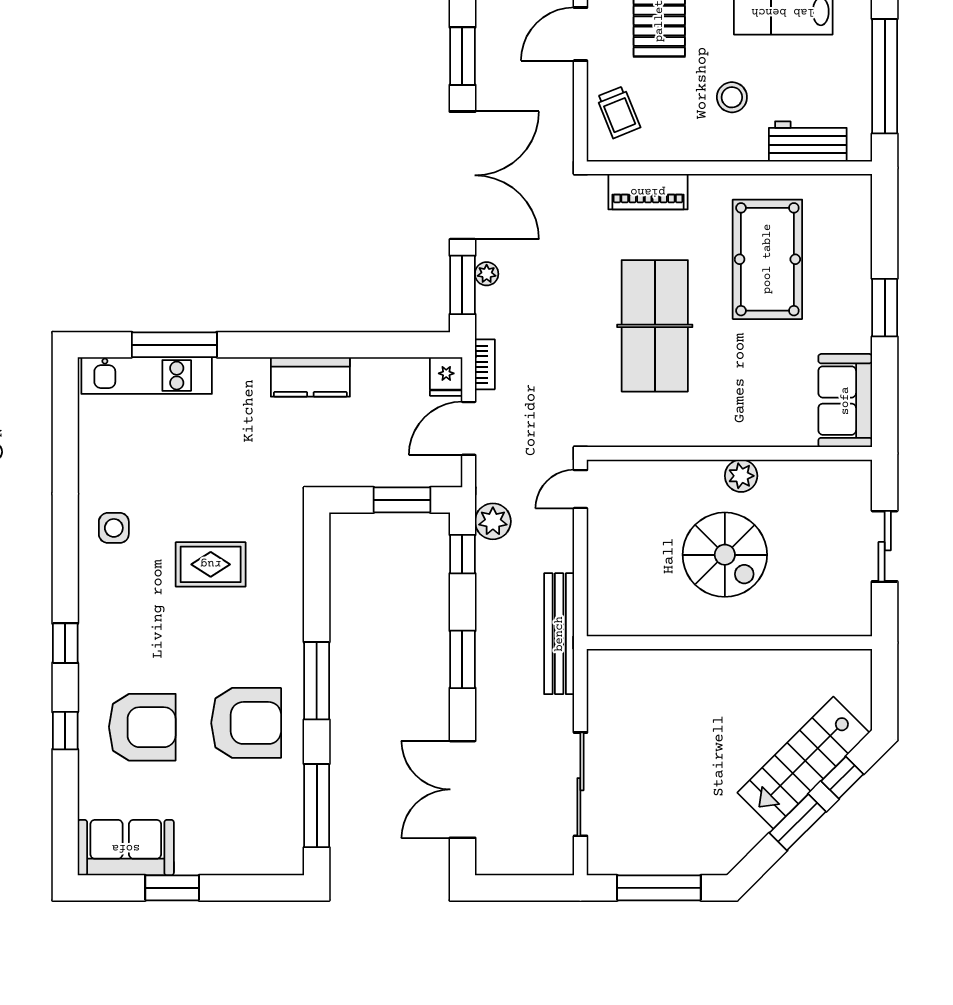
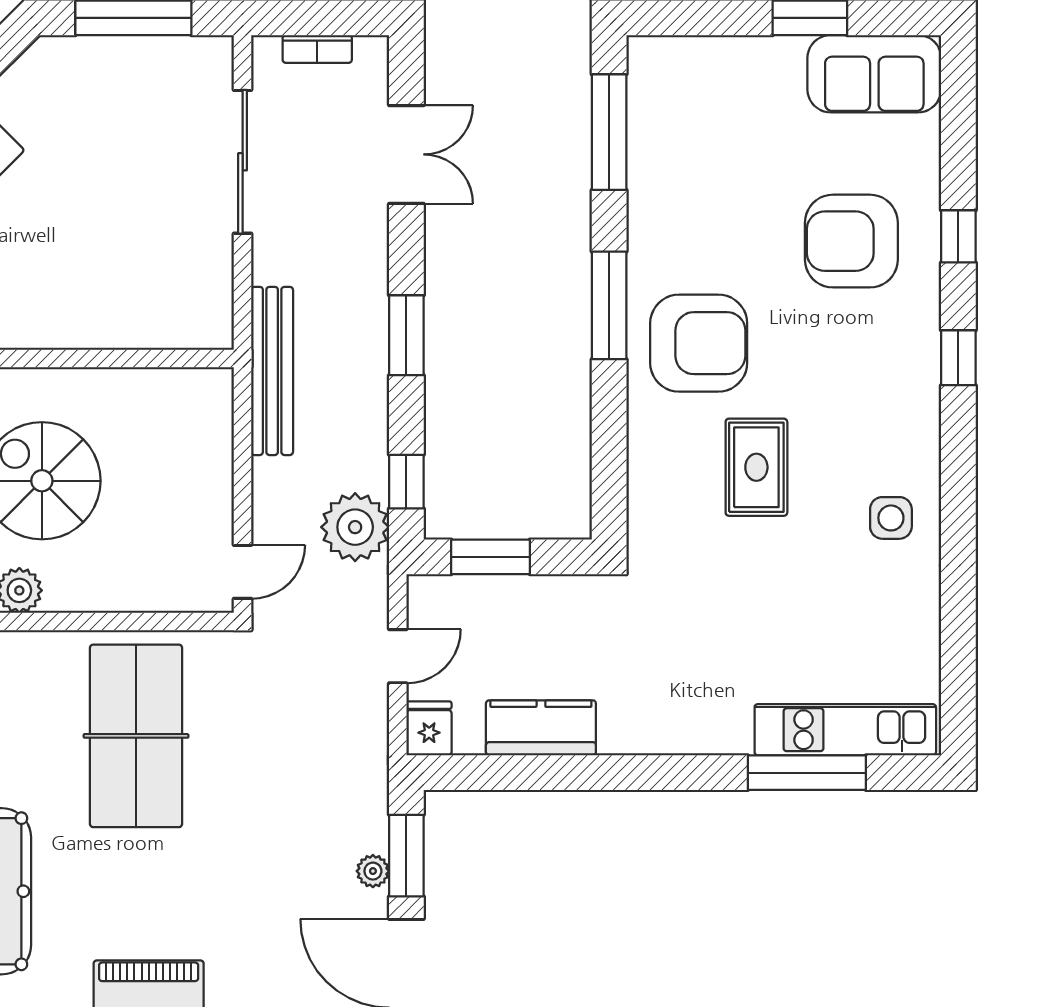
table tennis table: (655, 326) -> (136, 736), moved
bookcase: (485, 364) -> (317, 49), moved, turned -90
kitchen counter: (310, 377) -> (541, 728), moved
door: (469, 428) -> (398, 656), width x0.73
plant: (493, 521) -> (355, 527), width x1.36, depth x1.36
rug: (211, 564) -> (756, 467), turned 90
armchair: (246, 723) -> (699, 343), moved, turned 180
double door: (462, 789) -> (406, 154), width x0.73

